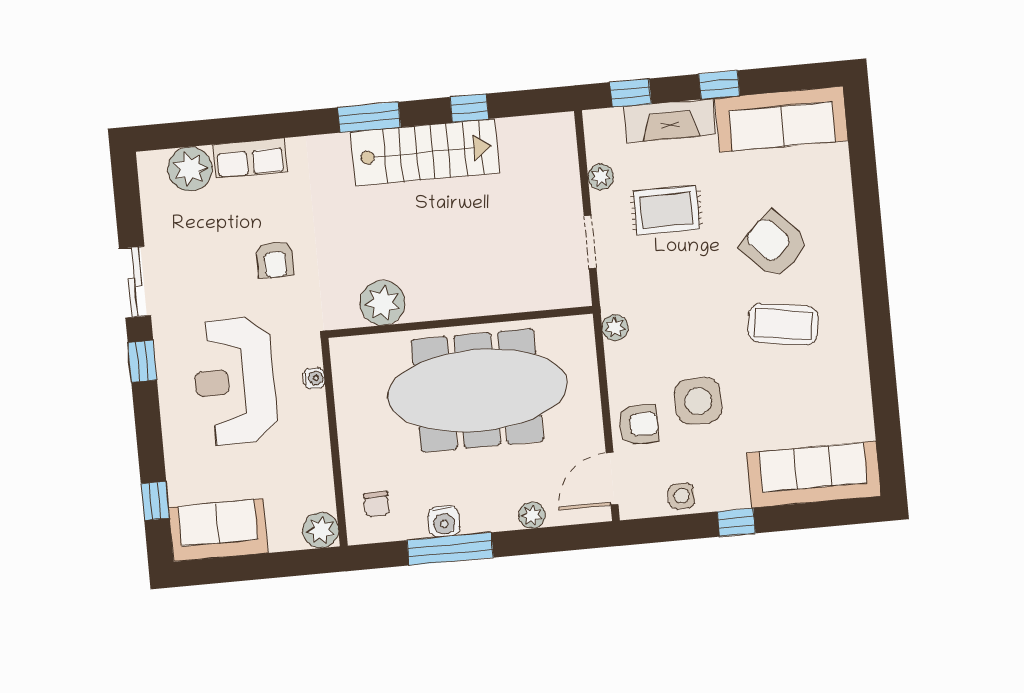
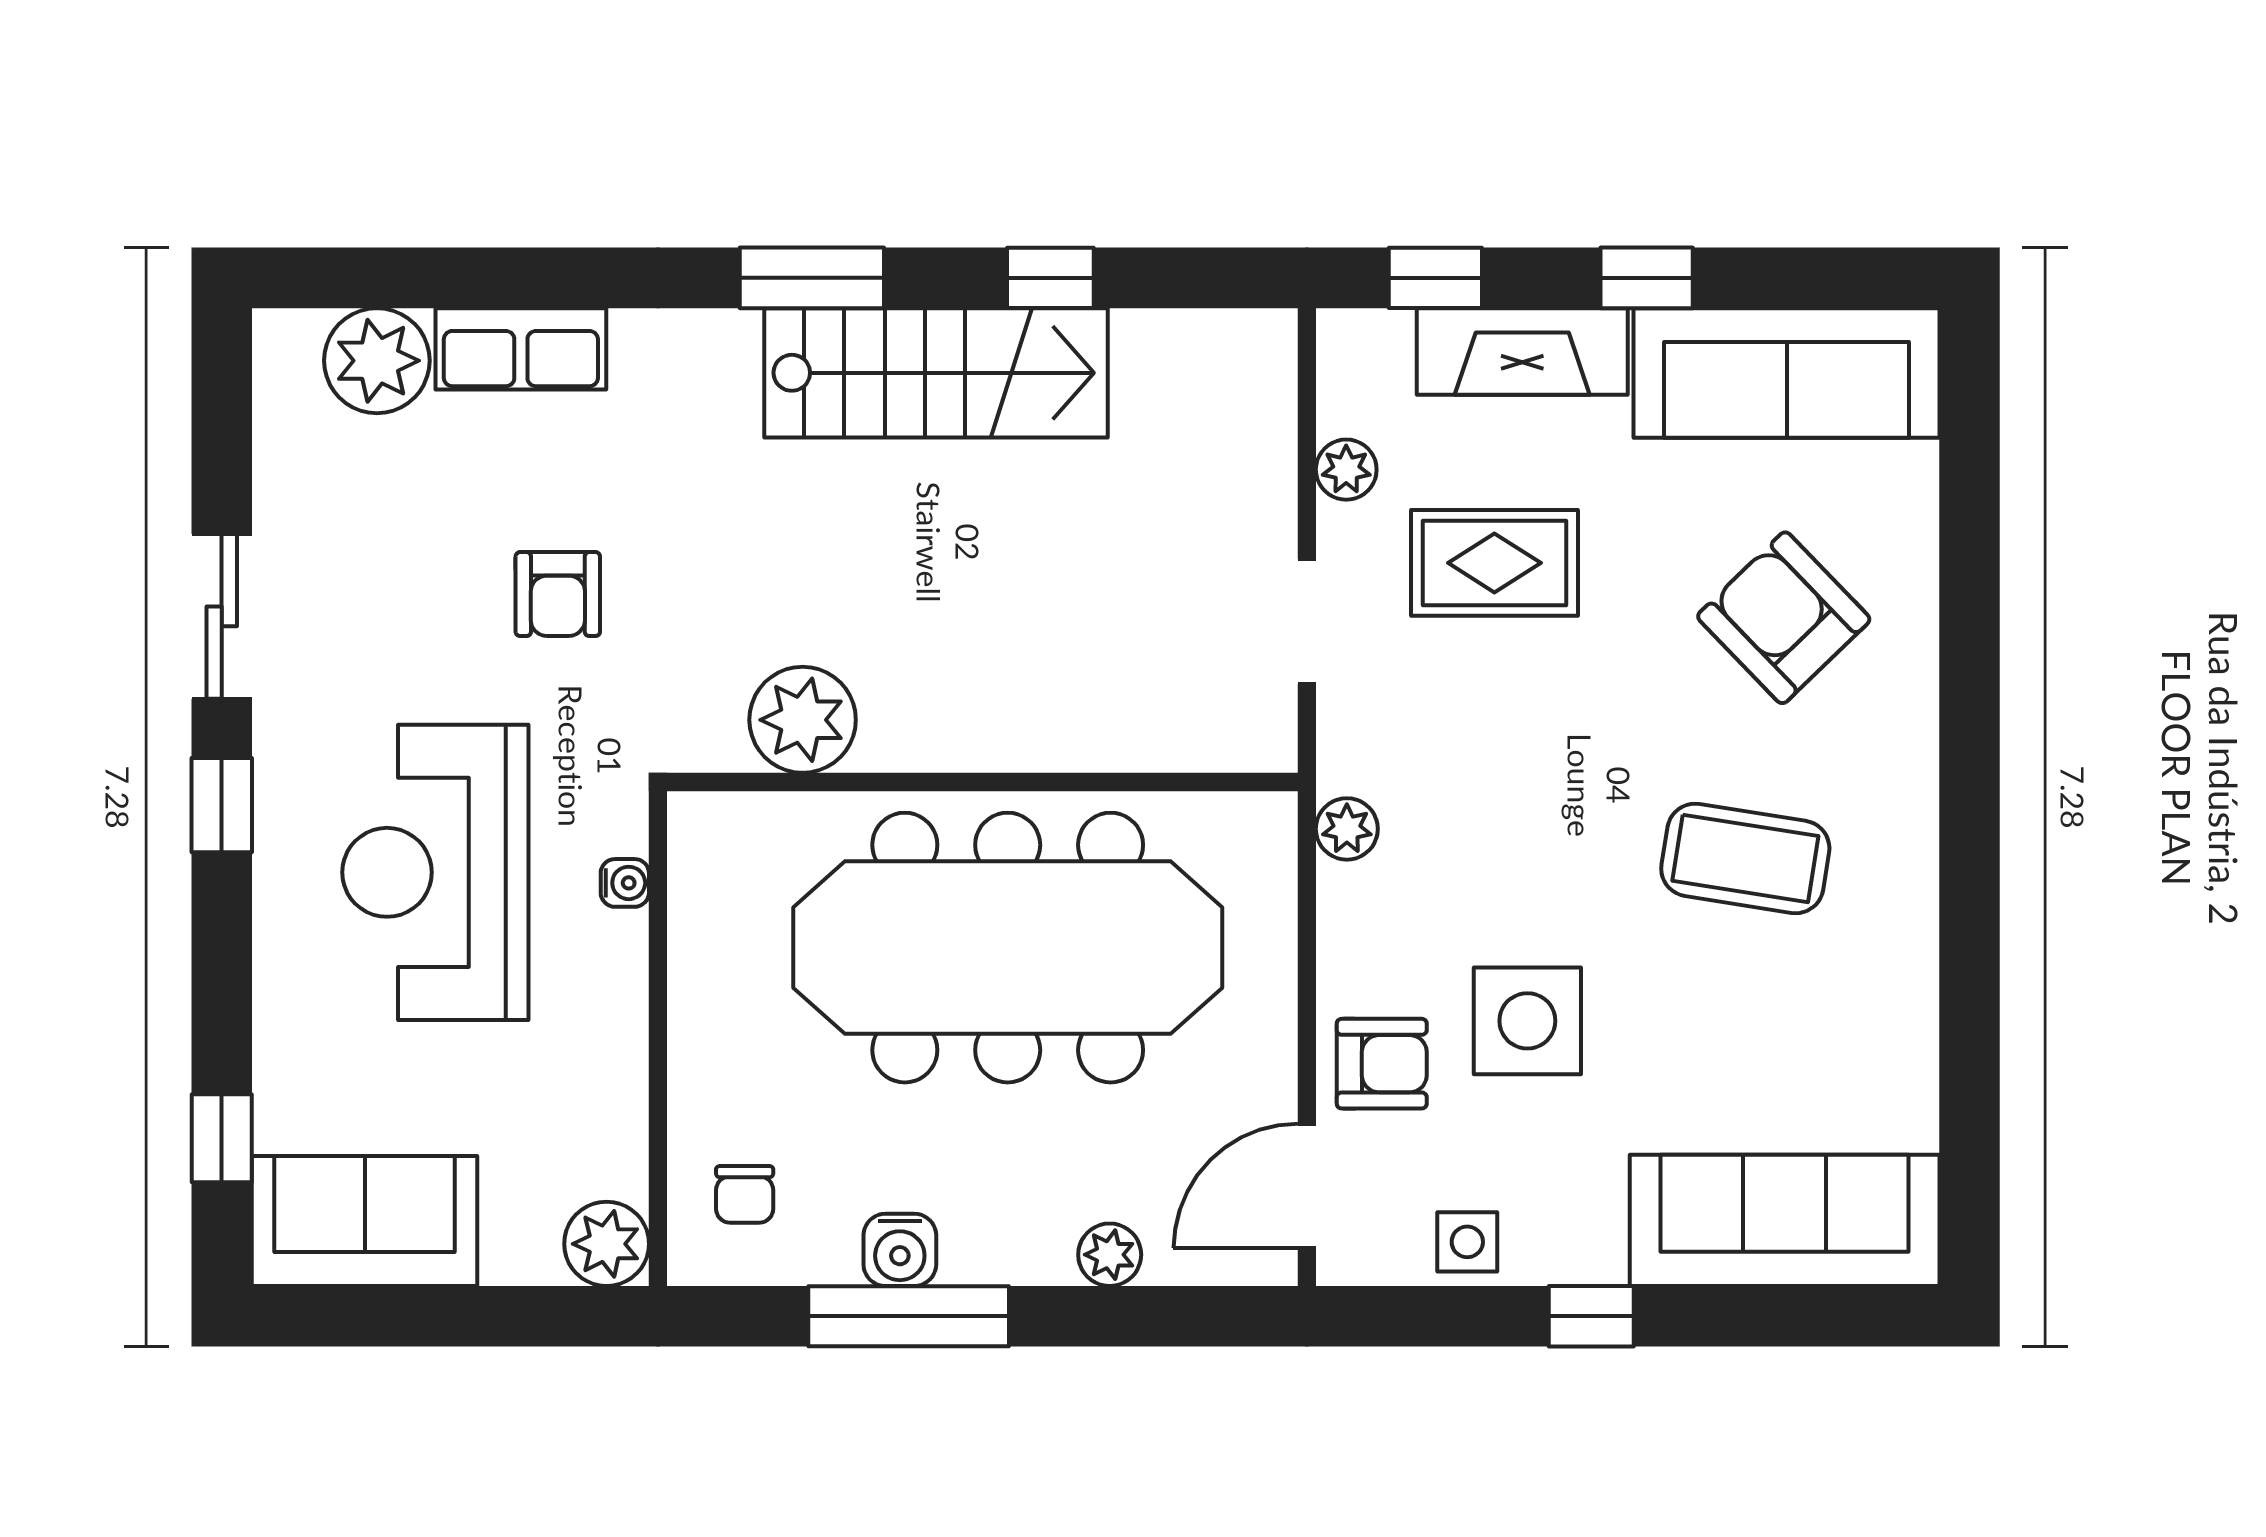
armchair: (774, 244) -> (1784, 618), moved

